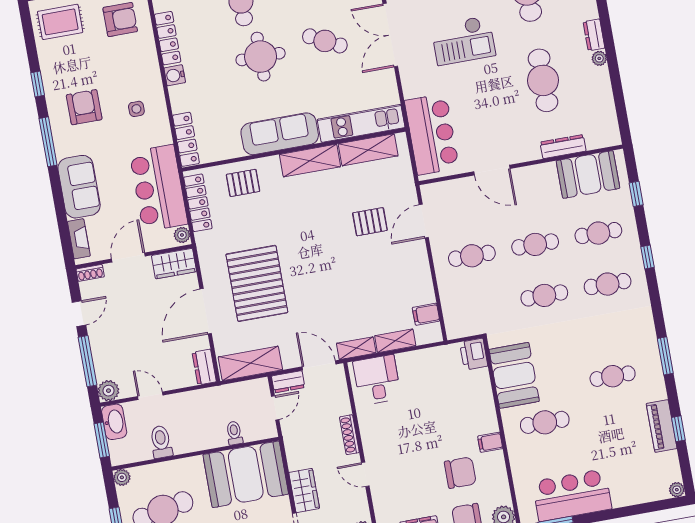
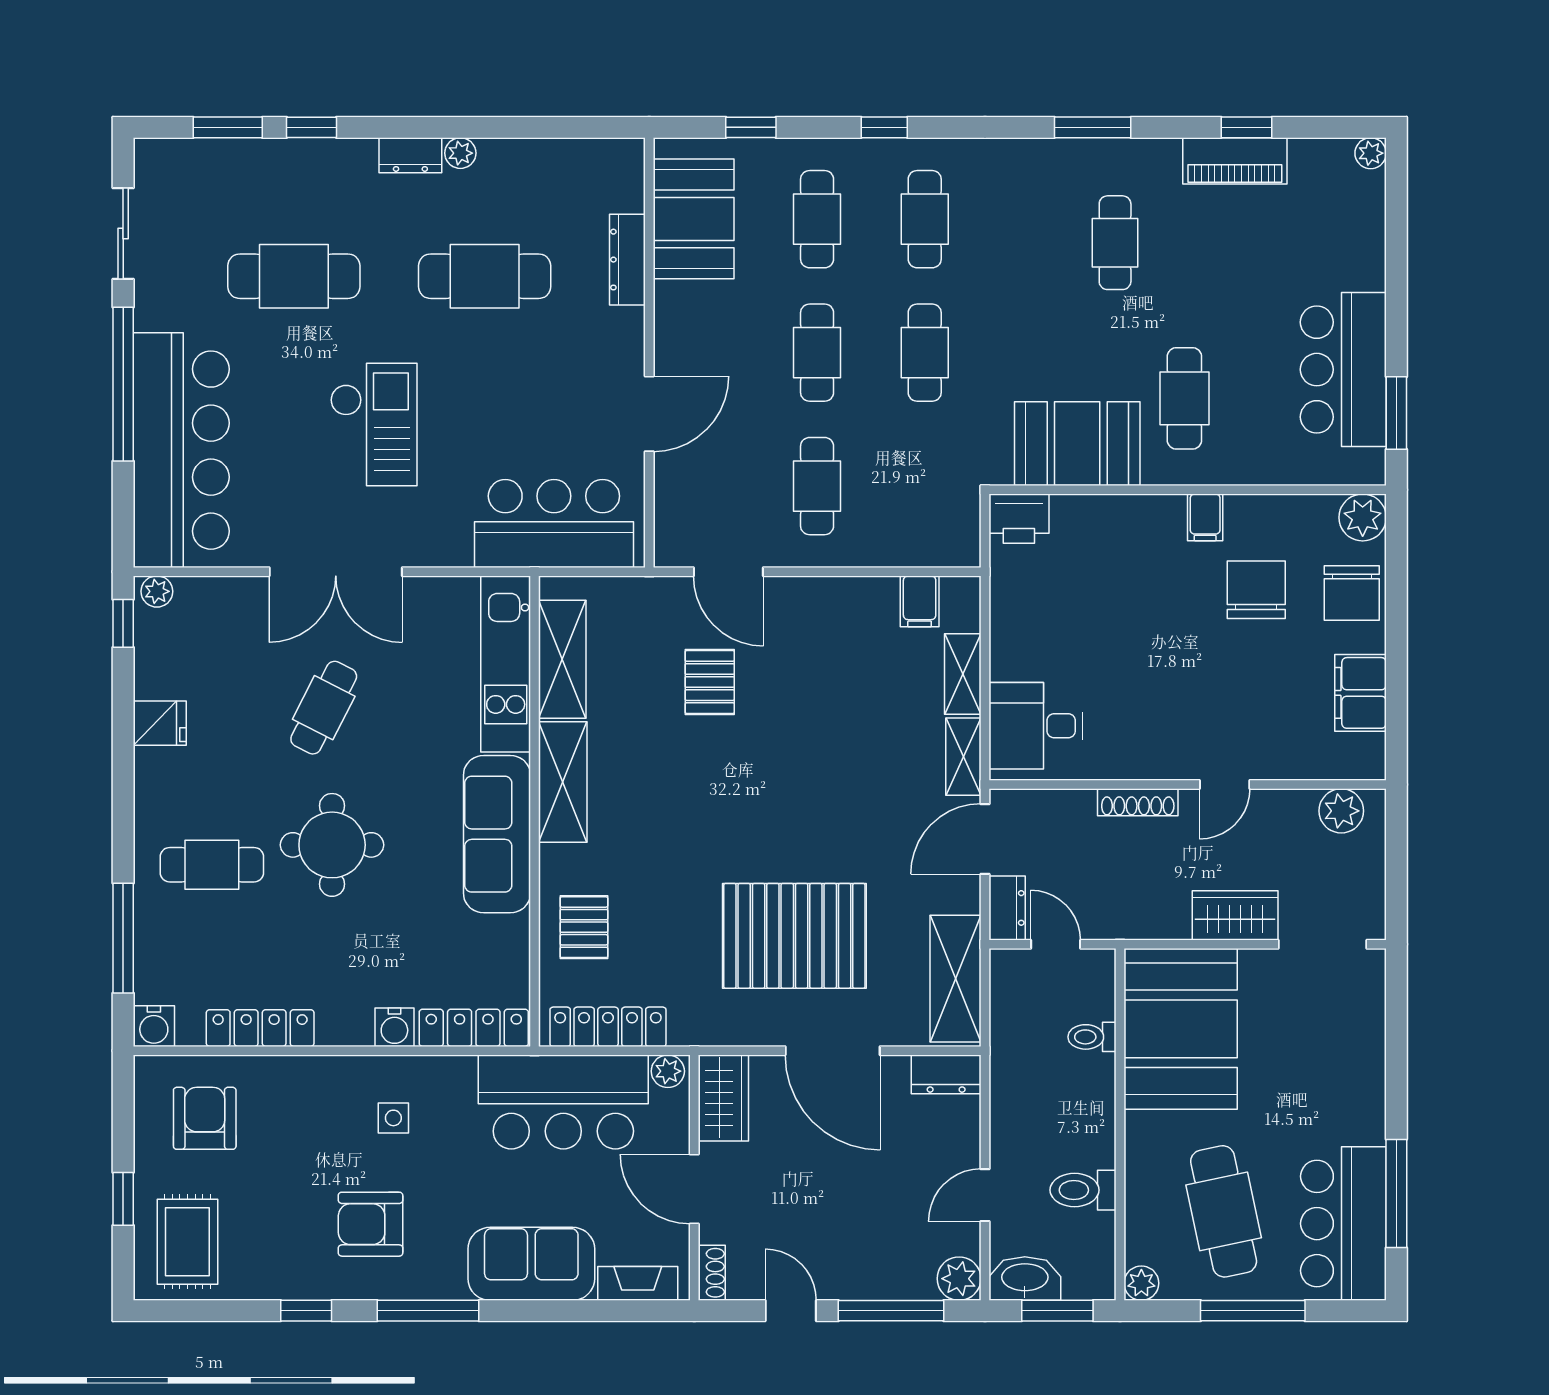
water cooler: (175, 75) -> (394, 1027), moved

